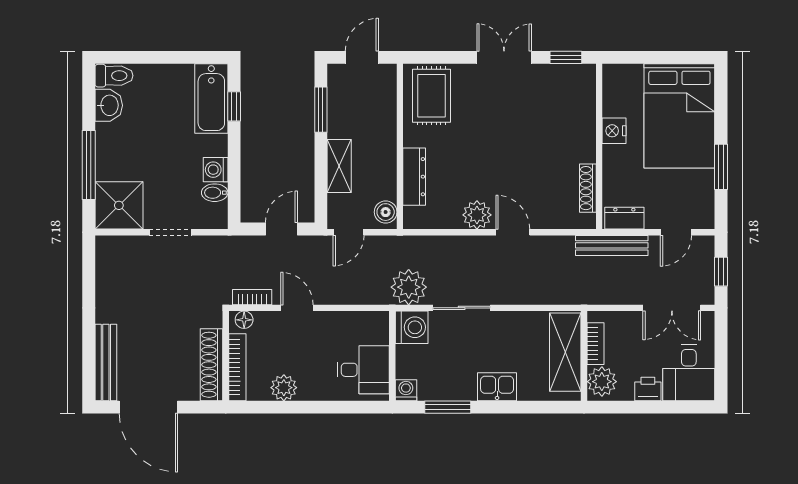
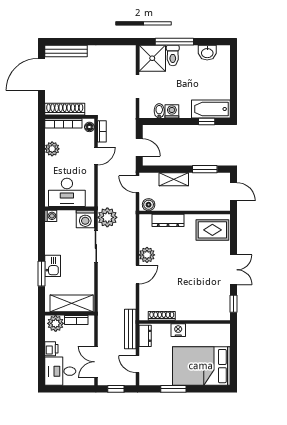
toilet: (114, 76) -> (173, 56), moved
nightstand: (614, 131) -> (178, 330), moved
desk: (363, 370) -> (67, 192), width x1.37
window: (448, 407) -> (41, 274), moved

